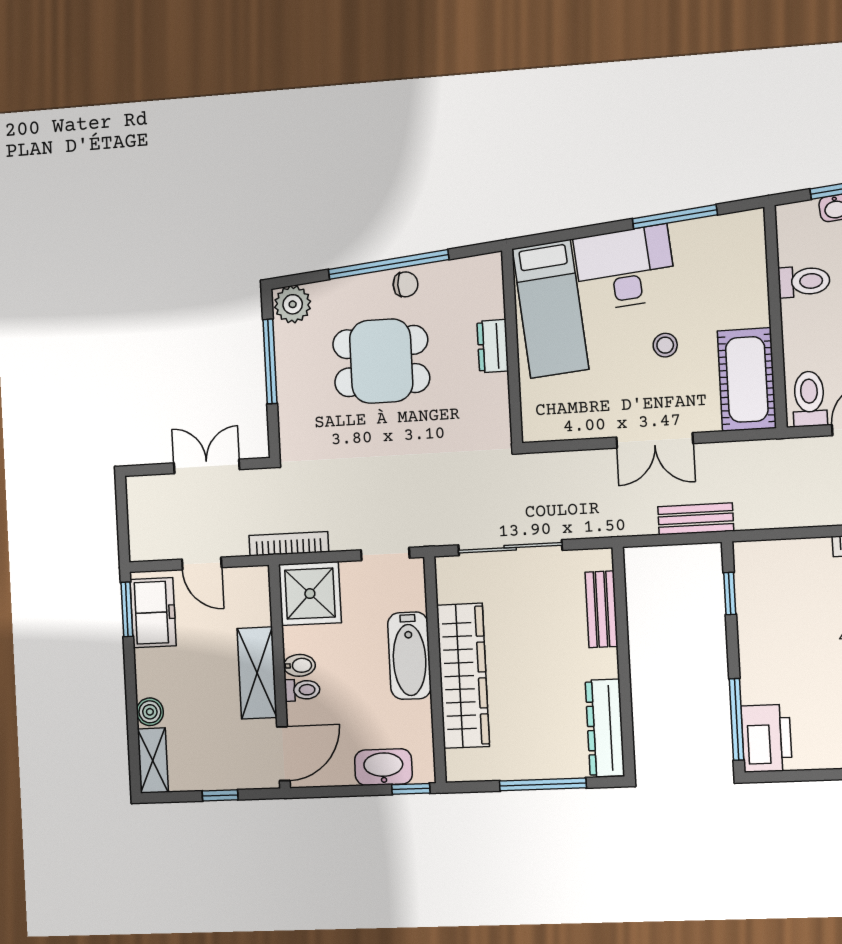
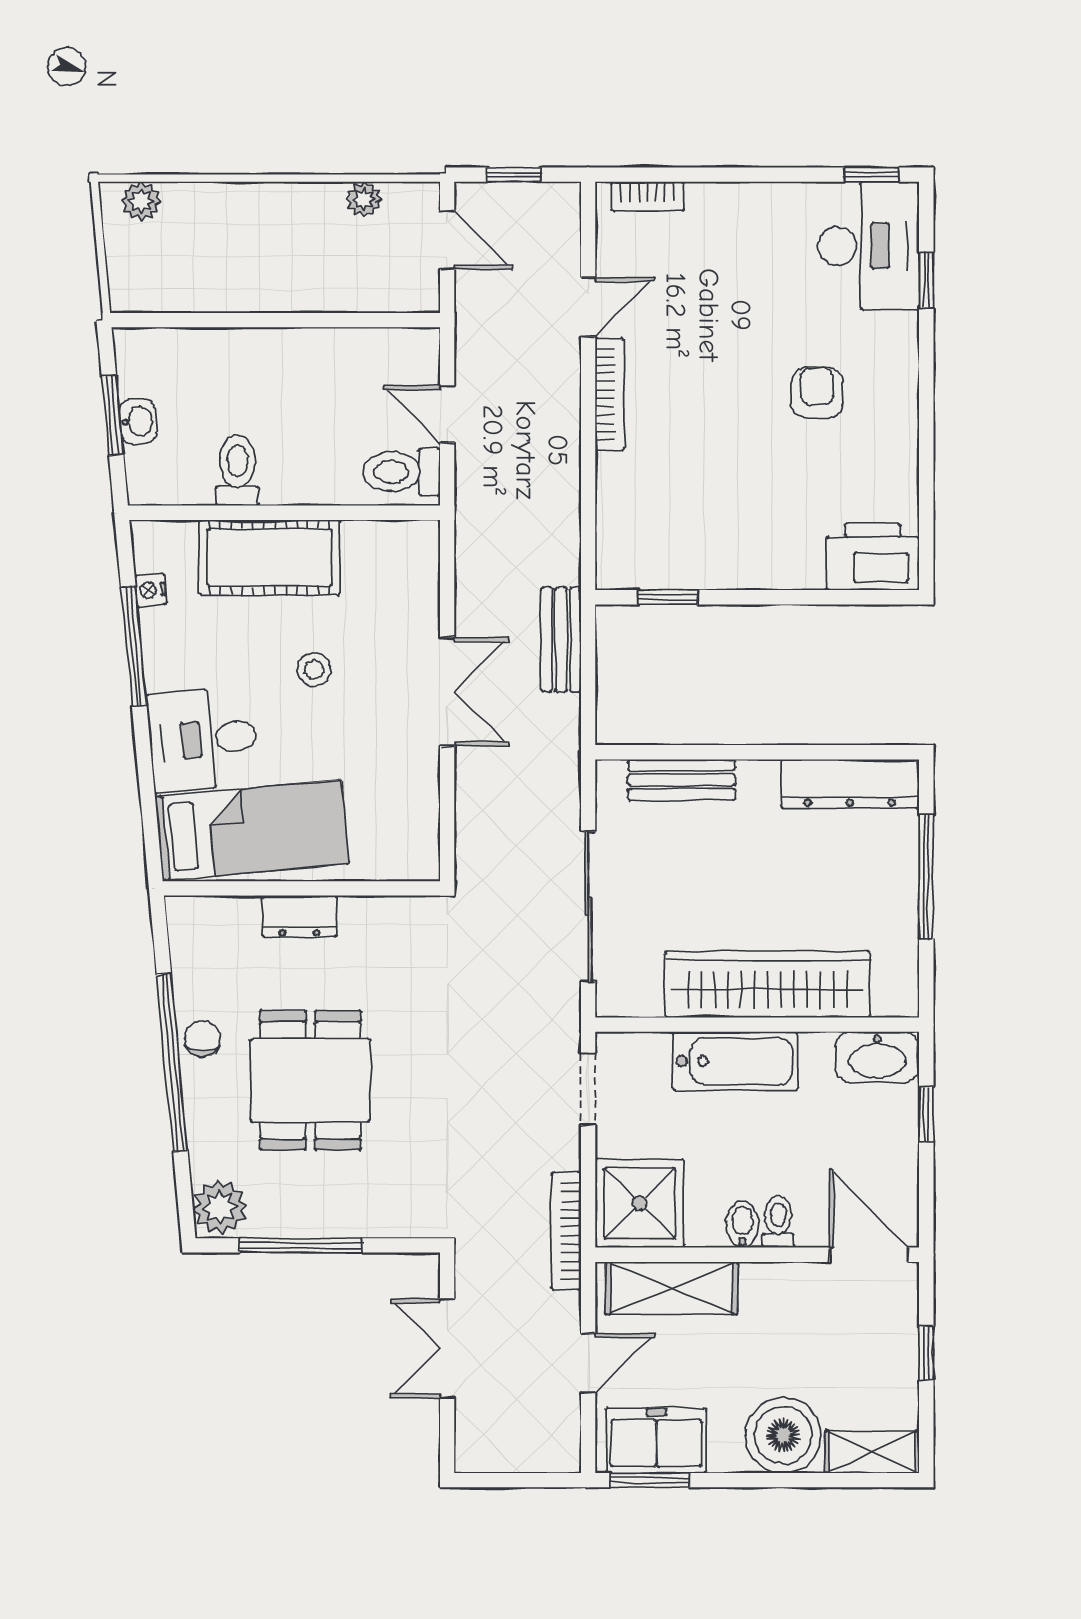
nightstand: (715, 226) -> (151, 590), added
desk: (625, 268) -> (203, 739), width x0.73
cot: (747, 379) -> (269, 557), moved
shelving: (257, 673) -> (671, 1288), moved
boiler: (150, 712) -> (783, 1435), width x1.86, depth x1.86
window: (737, 719) -> (845, 597), removed
washbasin: (383, 767) -> (877, 1057), moved, turned -90
window: (411, 789) -> (926, 1114), moved

